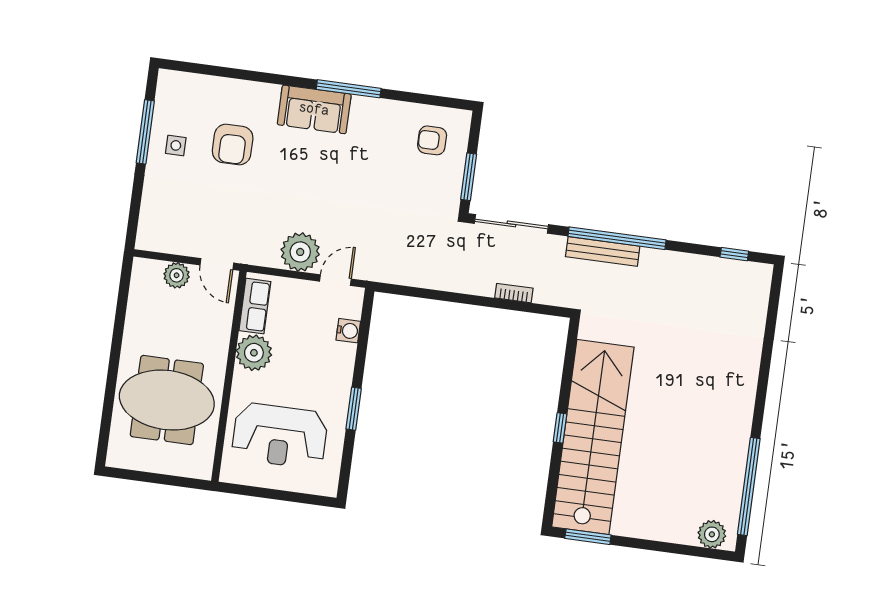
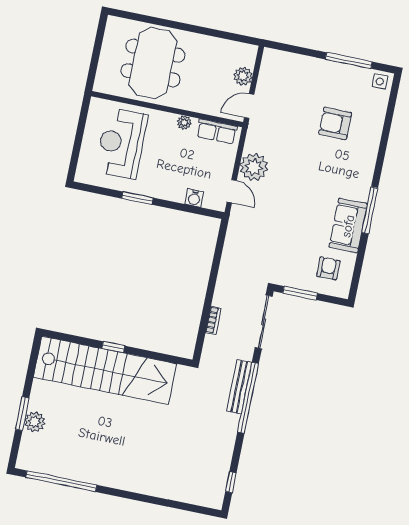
sofa: (314, 109) -> (348, 226), moved
side table: (176, 145) -> (380, 81), moved
plant: (254, 353) -> (184, 123), width x0.53, depth x0.53
plant: (712, 534) -> (35, 422), moved
window: (588, 537) -> (22, 414), moved

